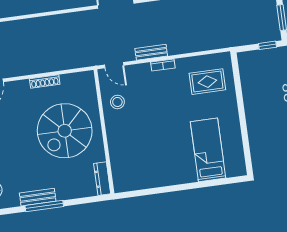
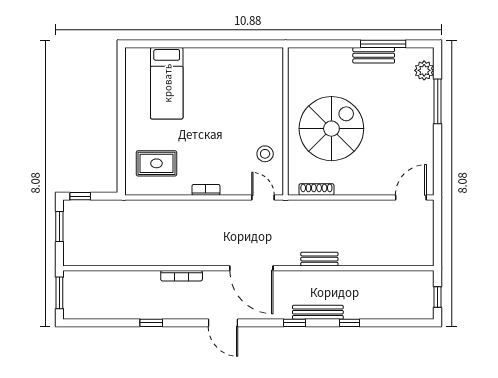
bench: (151, 52) -> (319, 259), moved
shoe rack: (45, 81) -> (316, 189), moved
dresser: (102, 179) -> (295, 67), removed
window: (44, 206) -> (383, 44), moved

